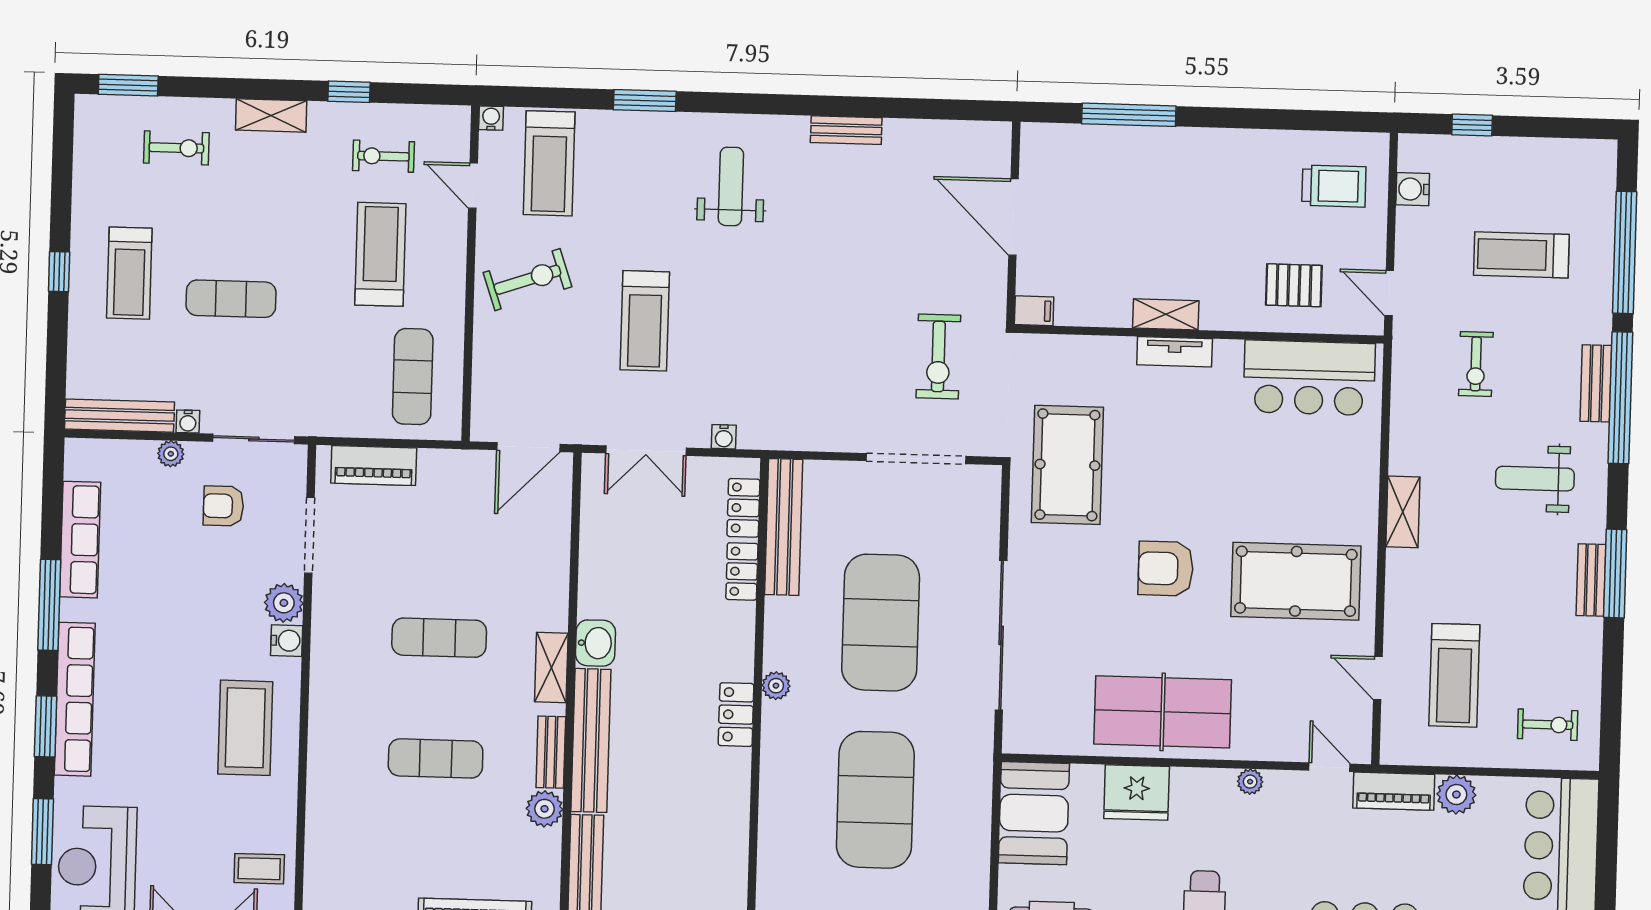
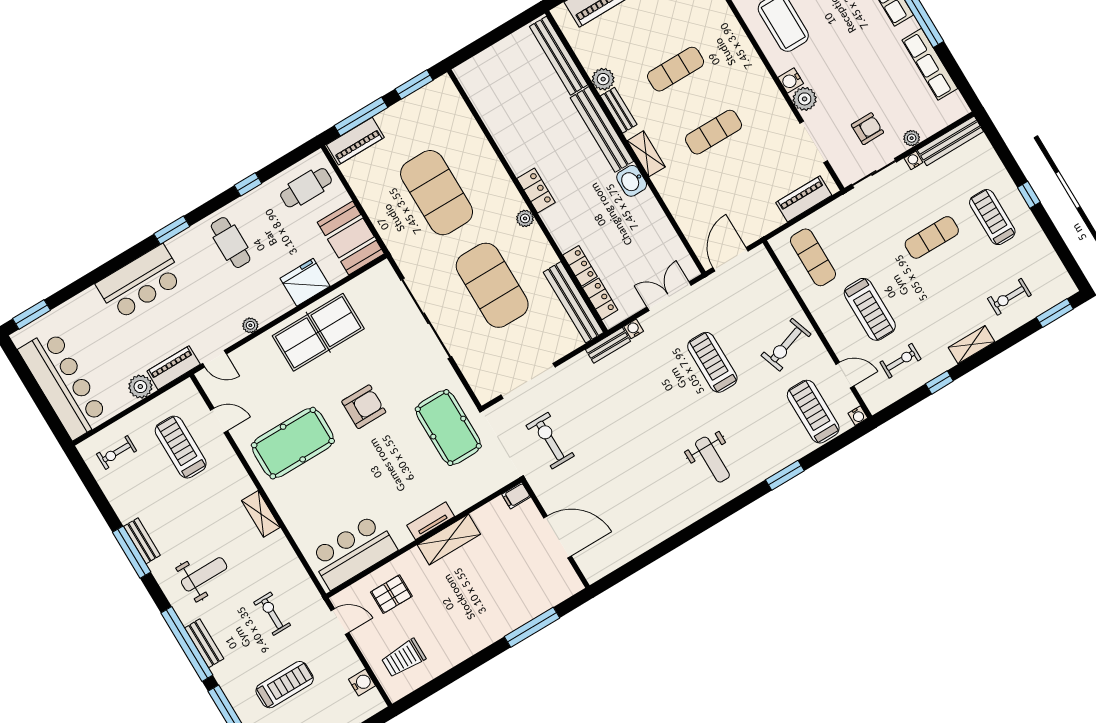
bench: (846, 130) -> (608, 345), moved
shelving: (1166, 314) -> (449, 540), width x1.50, depth x1.33

